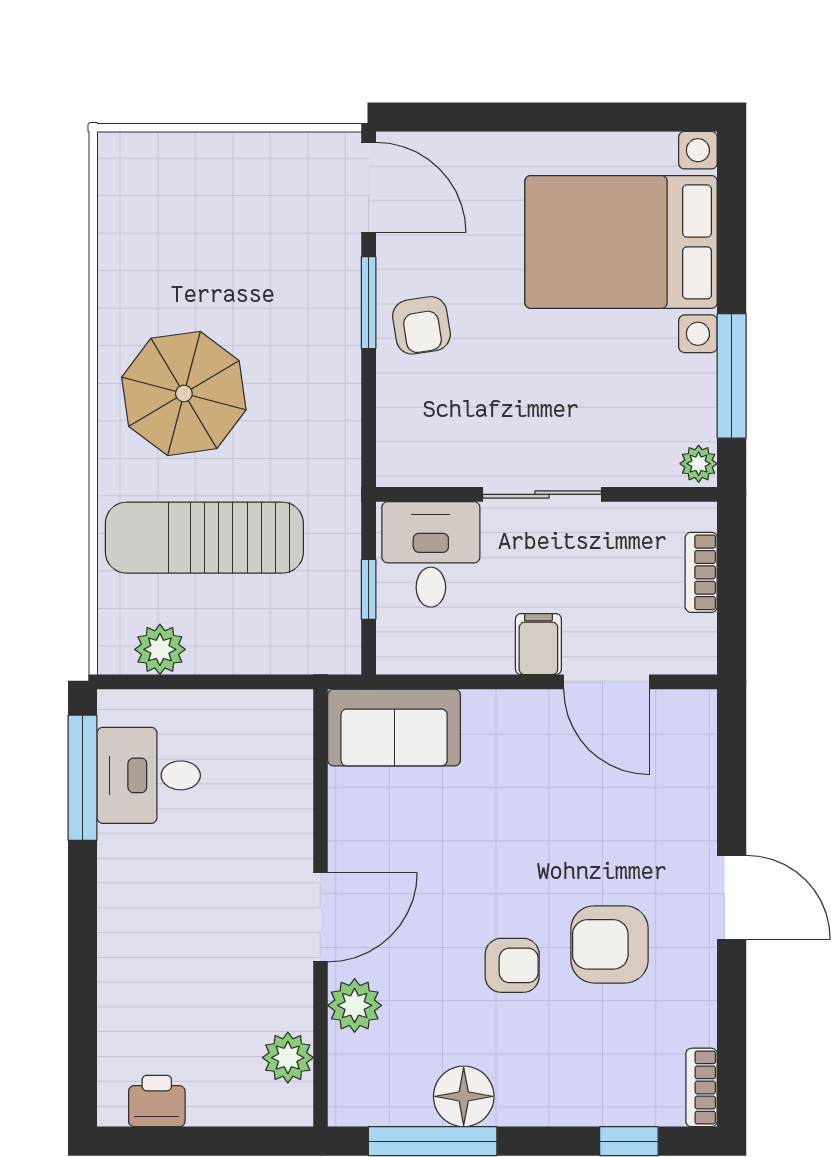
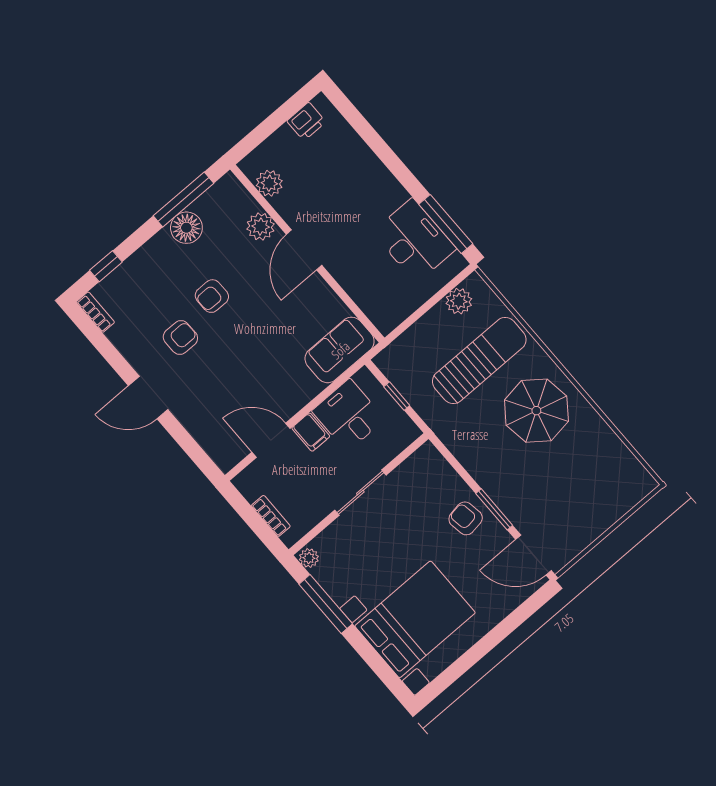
desk: (431, 554) -> (348, 415), moved, turned 180
desk: (149, 775) -> (414, 240), width x1.37
armchair: (610, 944) -> (180, 338), width x0.72, depth x0.72

